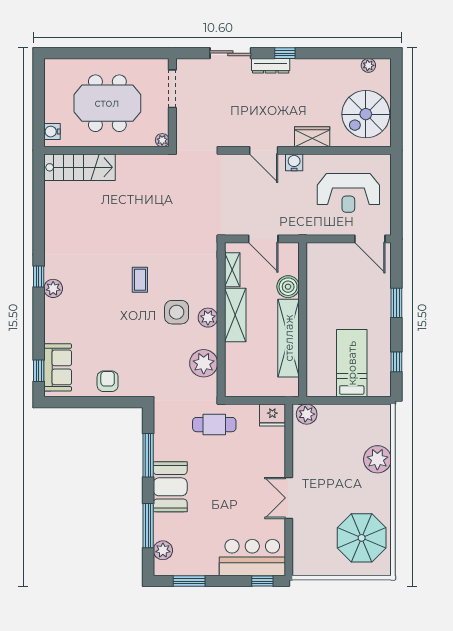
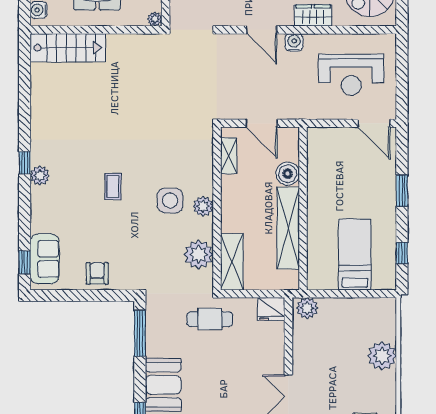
coffee table: (140, 280) -> (113, 186), moved
shelving: (235, 315) -> (232, 262), moved
window: (148, 455) -> (140, 333), moved

